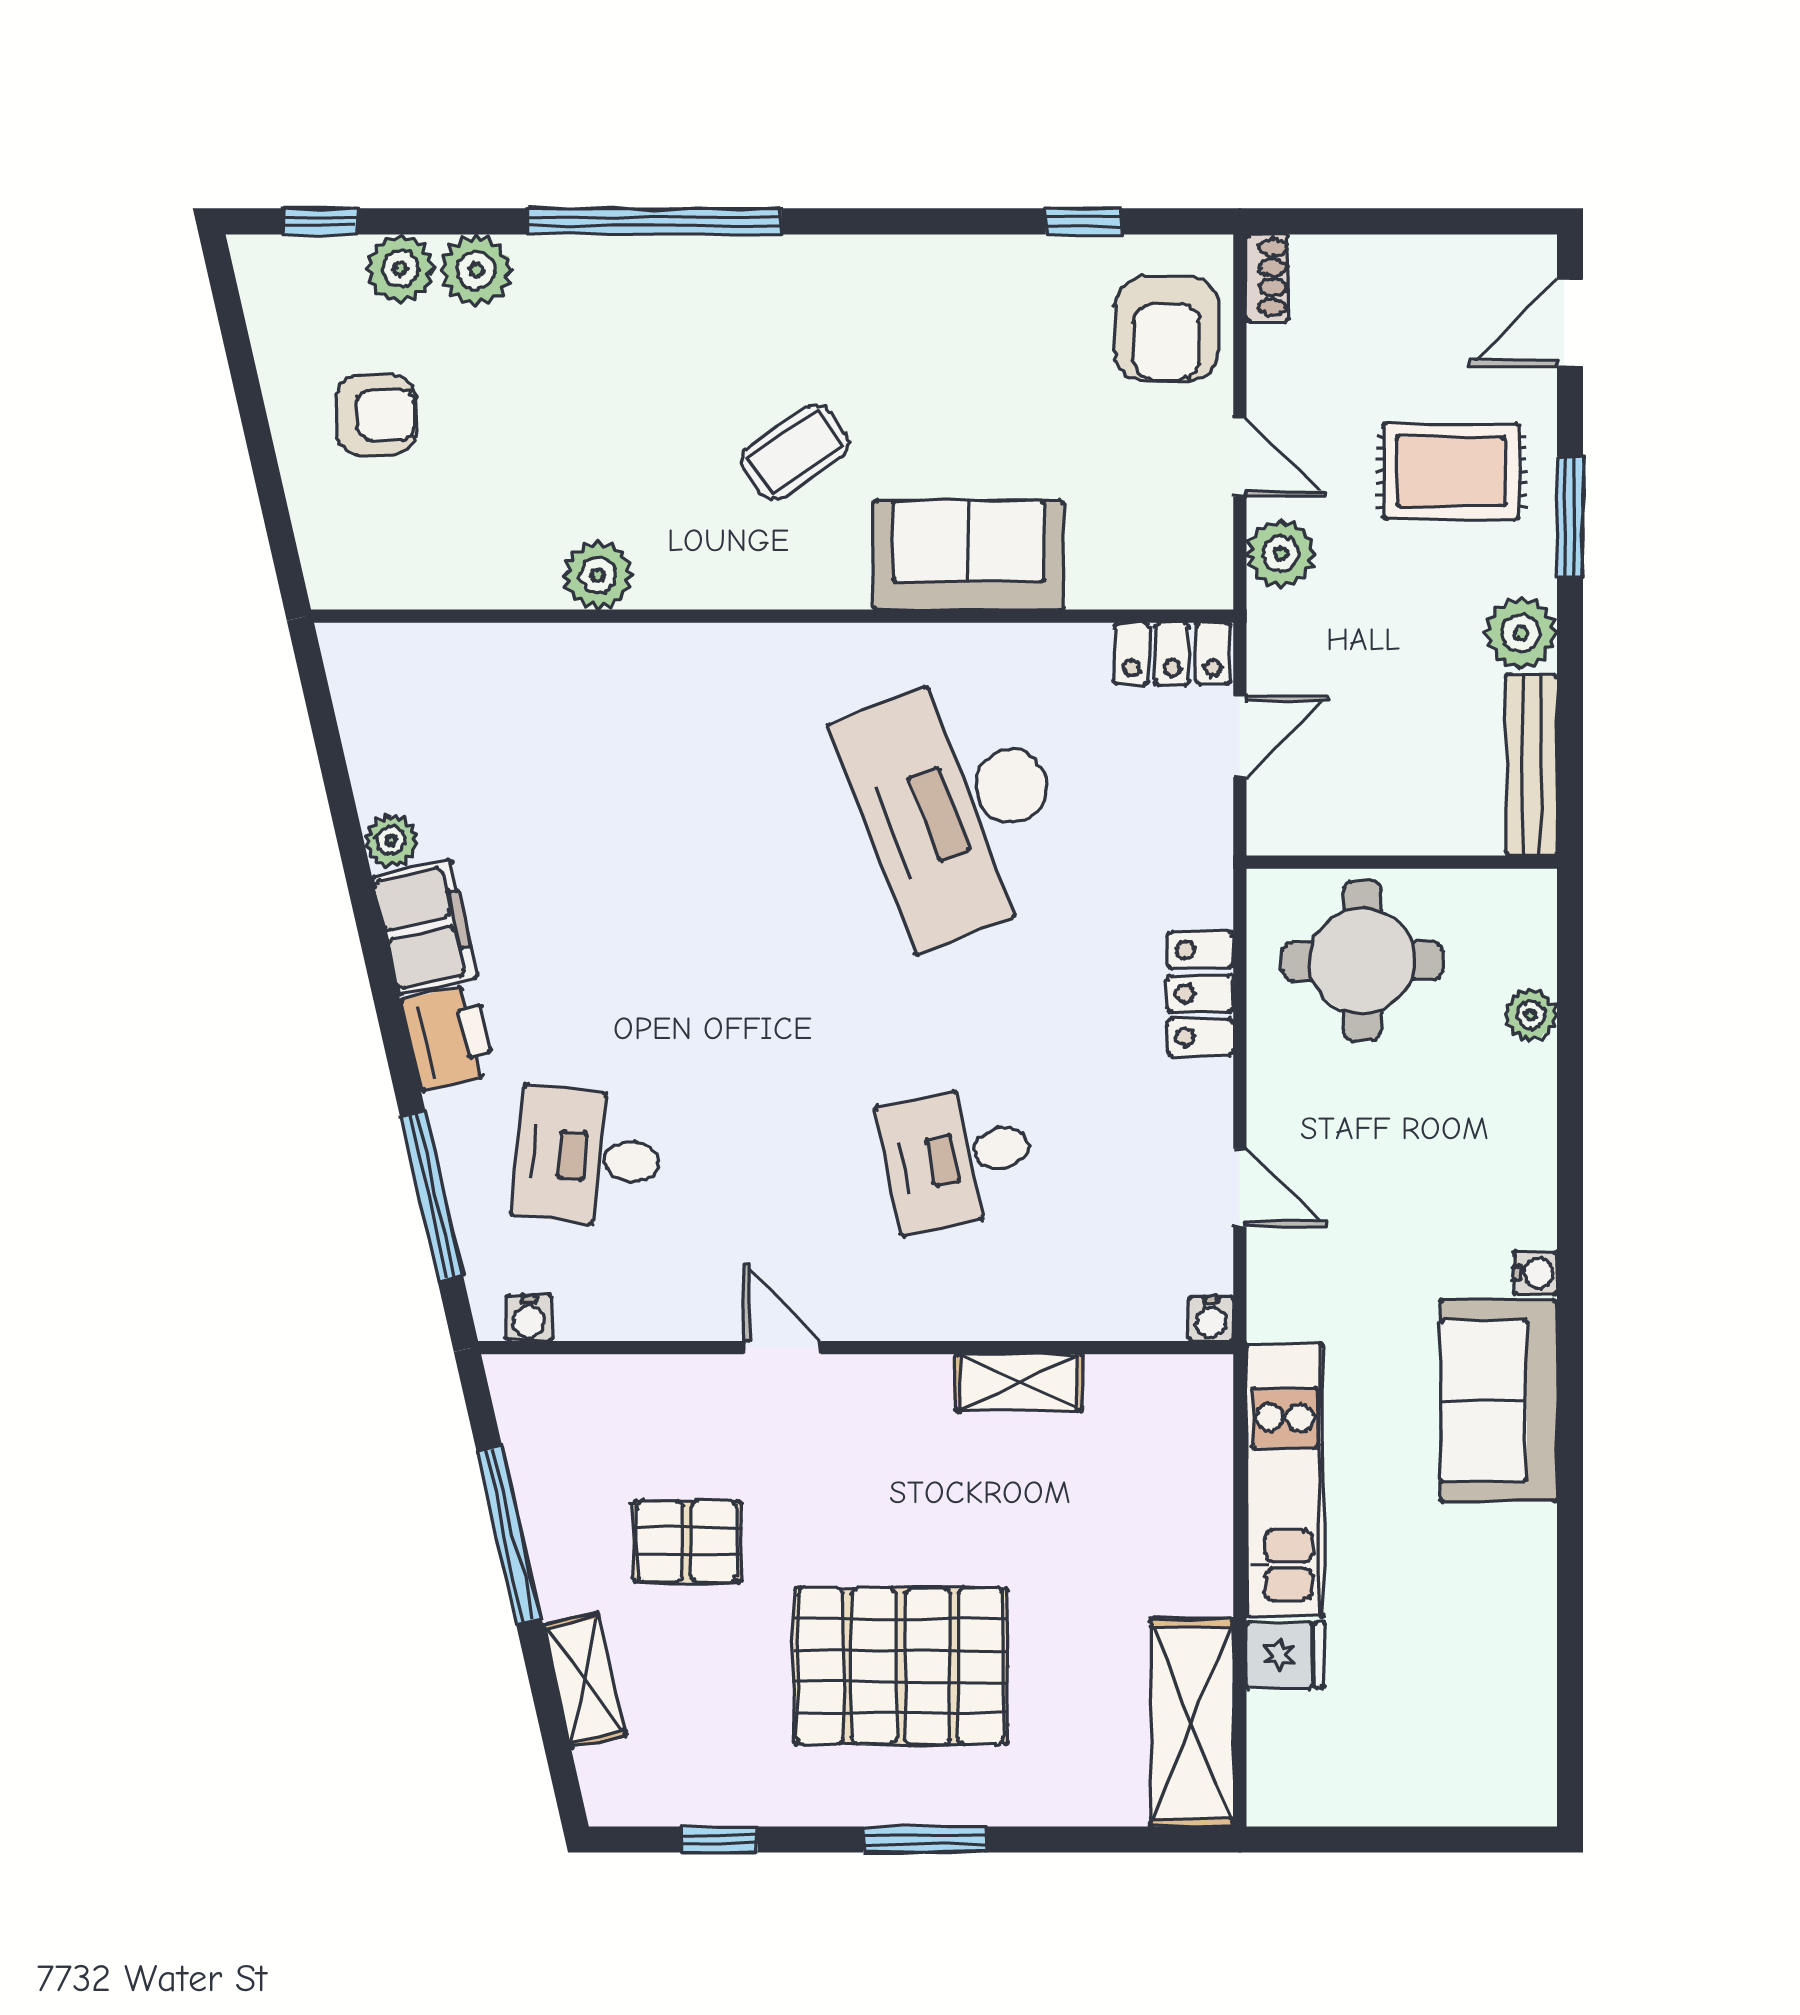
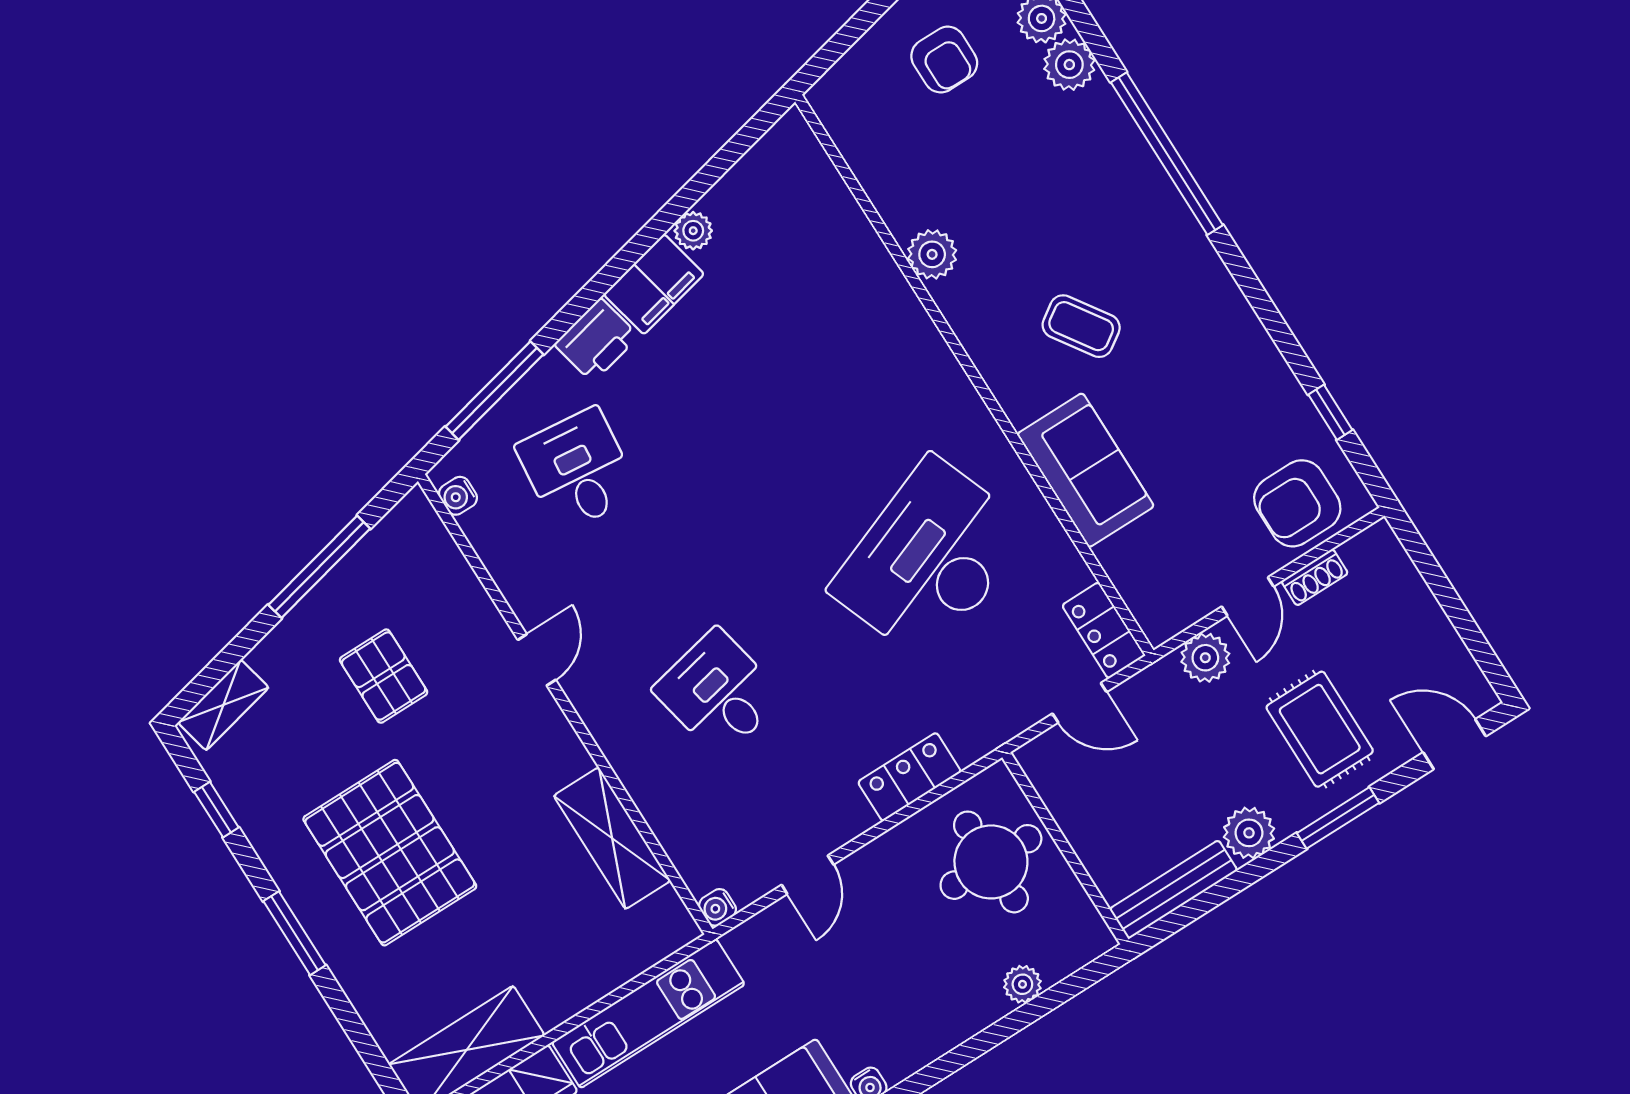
shoe rack: (1267, 277) -> (1315, 577), moved
shelving: (1019, 1382) -> (612, 838), width x1.50, depth x1.33
shelving: (584, 1680) -> (223, 705), moved

